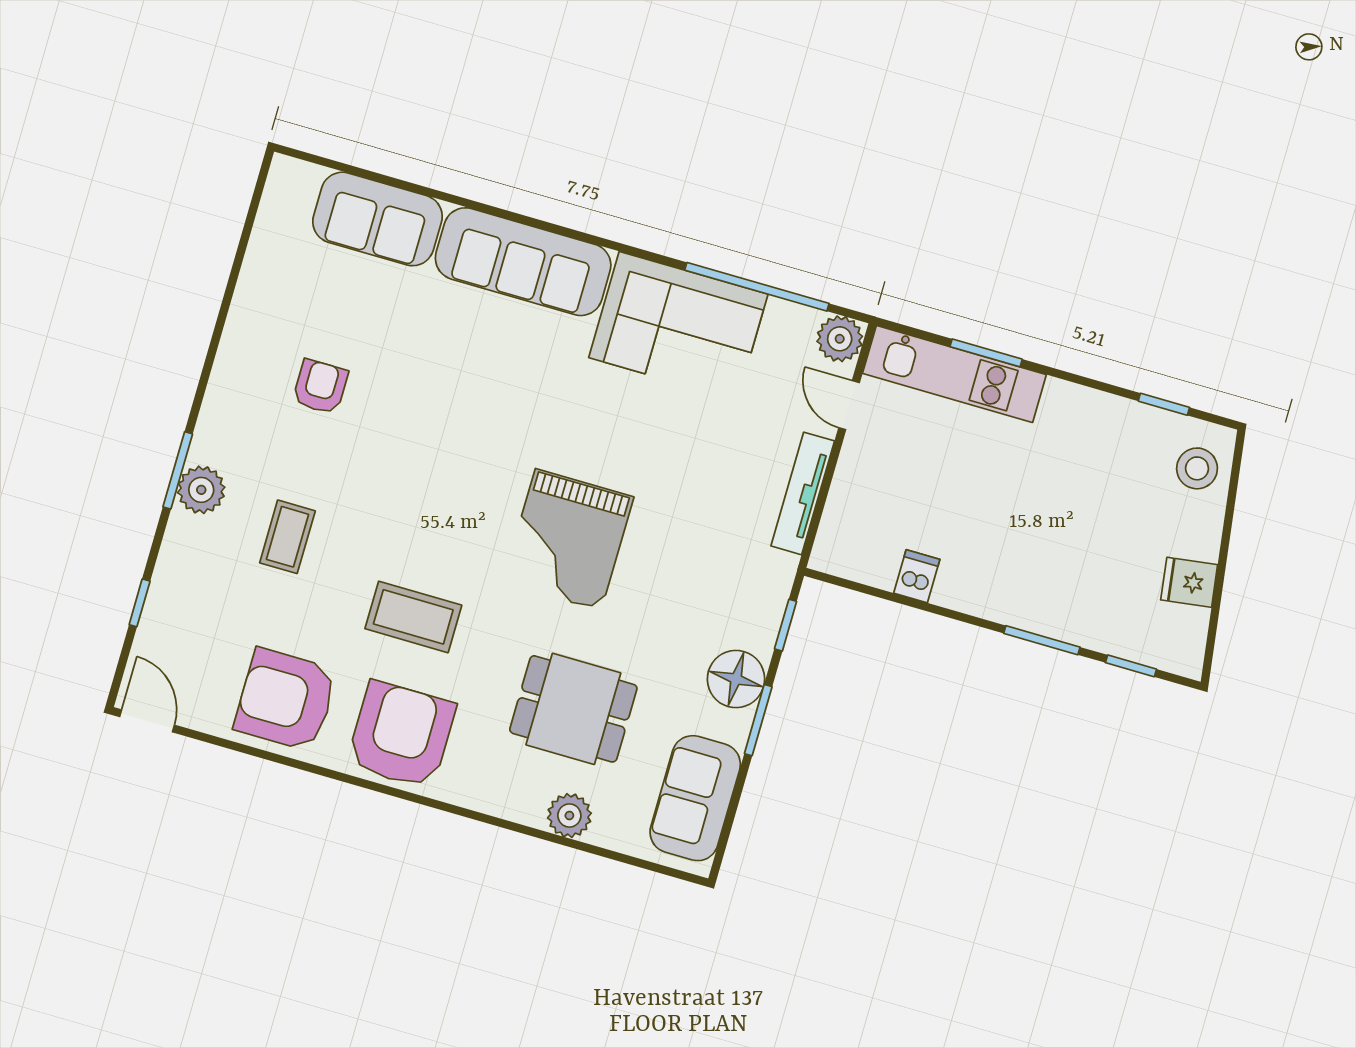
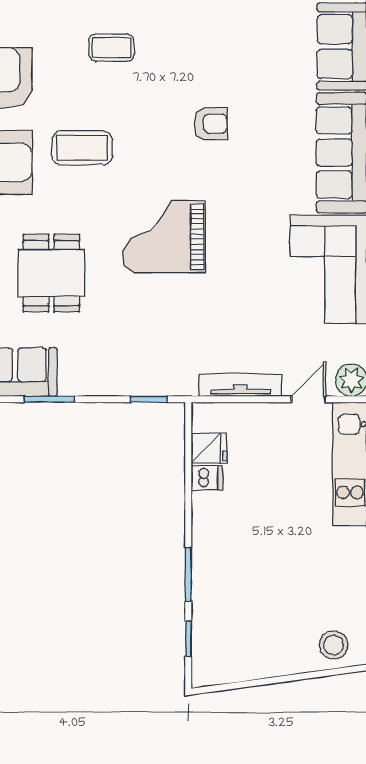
armchair: (320, 387) -> (211, 124), moved
fridge: (1189, 582) -> (209, 448), moved, turned 98
coffee table: (413, 617) -> (82, 148), turned 90
floor lamp: (736, 679) -> (103, 376), removed
window: (758, 720) -> (49, 399), moved

